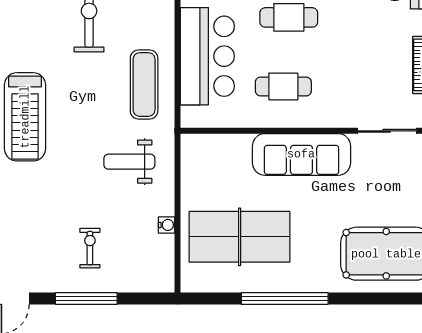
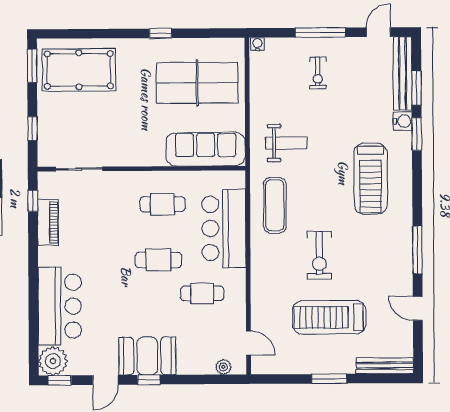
treadmill: (25, 117) -> (371, 179), turned 180
sofa: (301, 154) -> (206, 149), moved
water cooler: (167, 225) -> (257, 44), moved, turned 90
window: (285, 299) -> (160, 33), width x0.32

